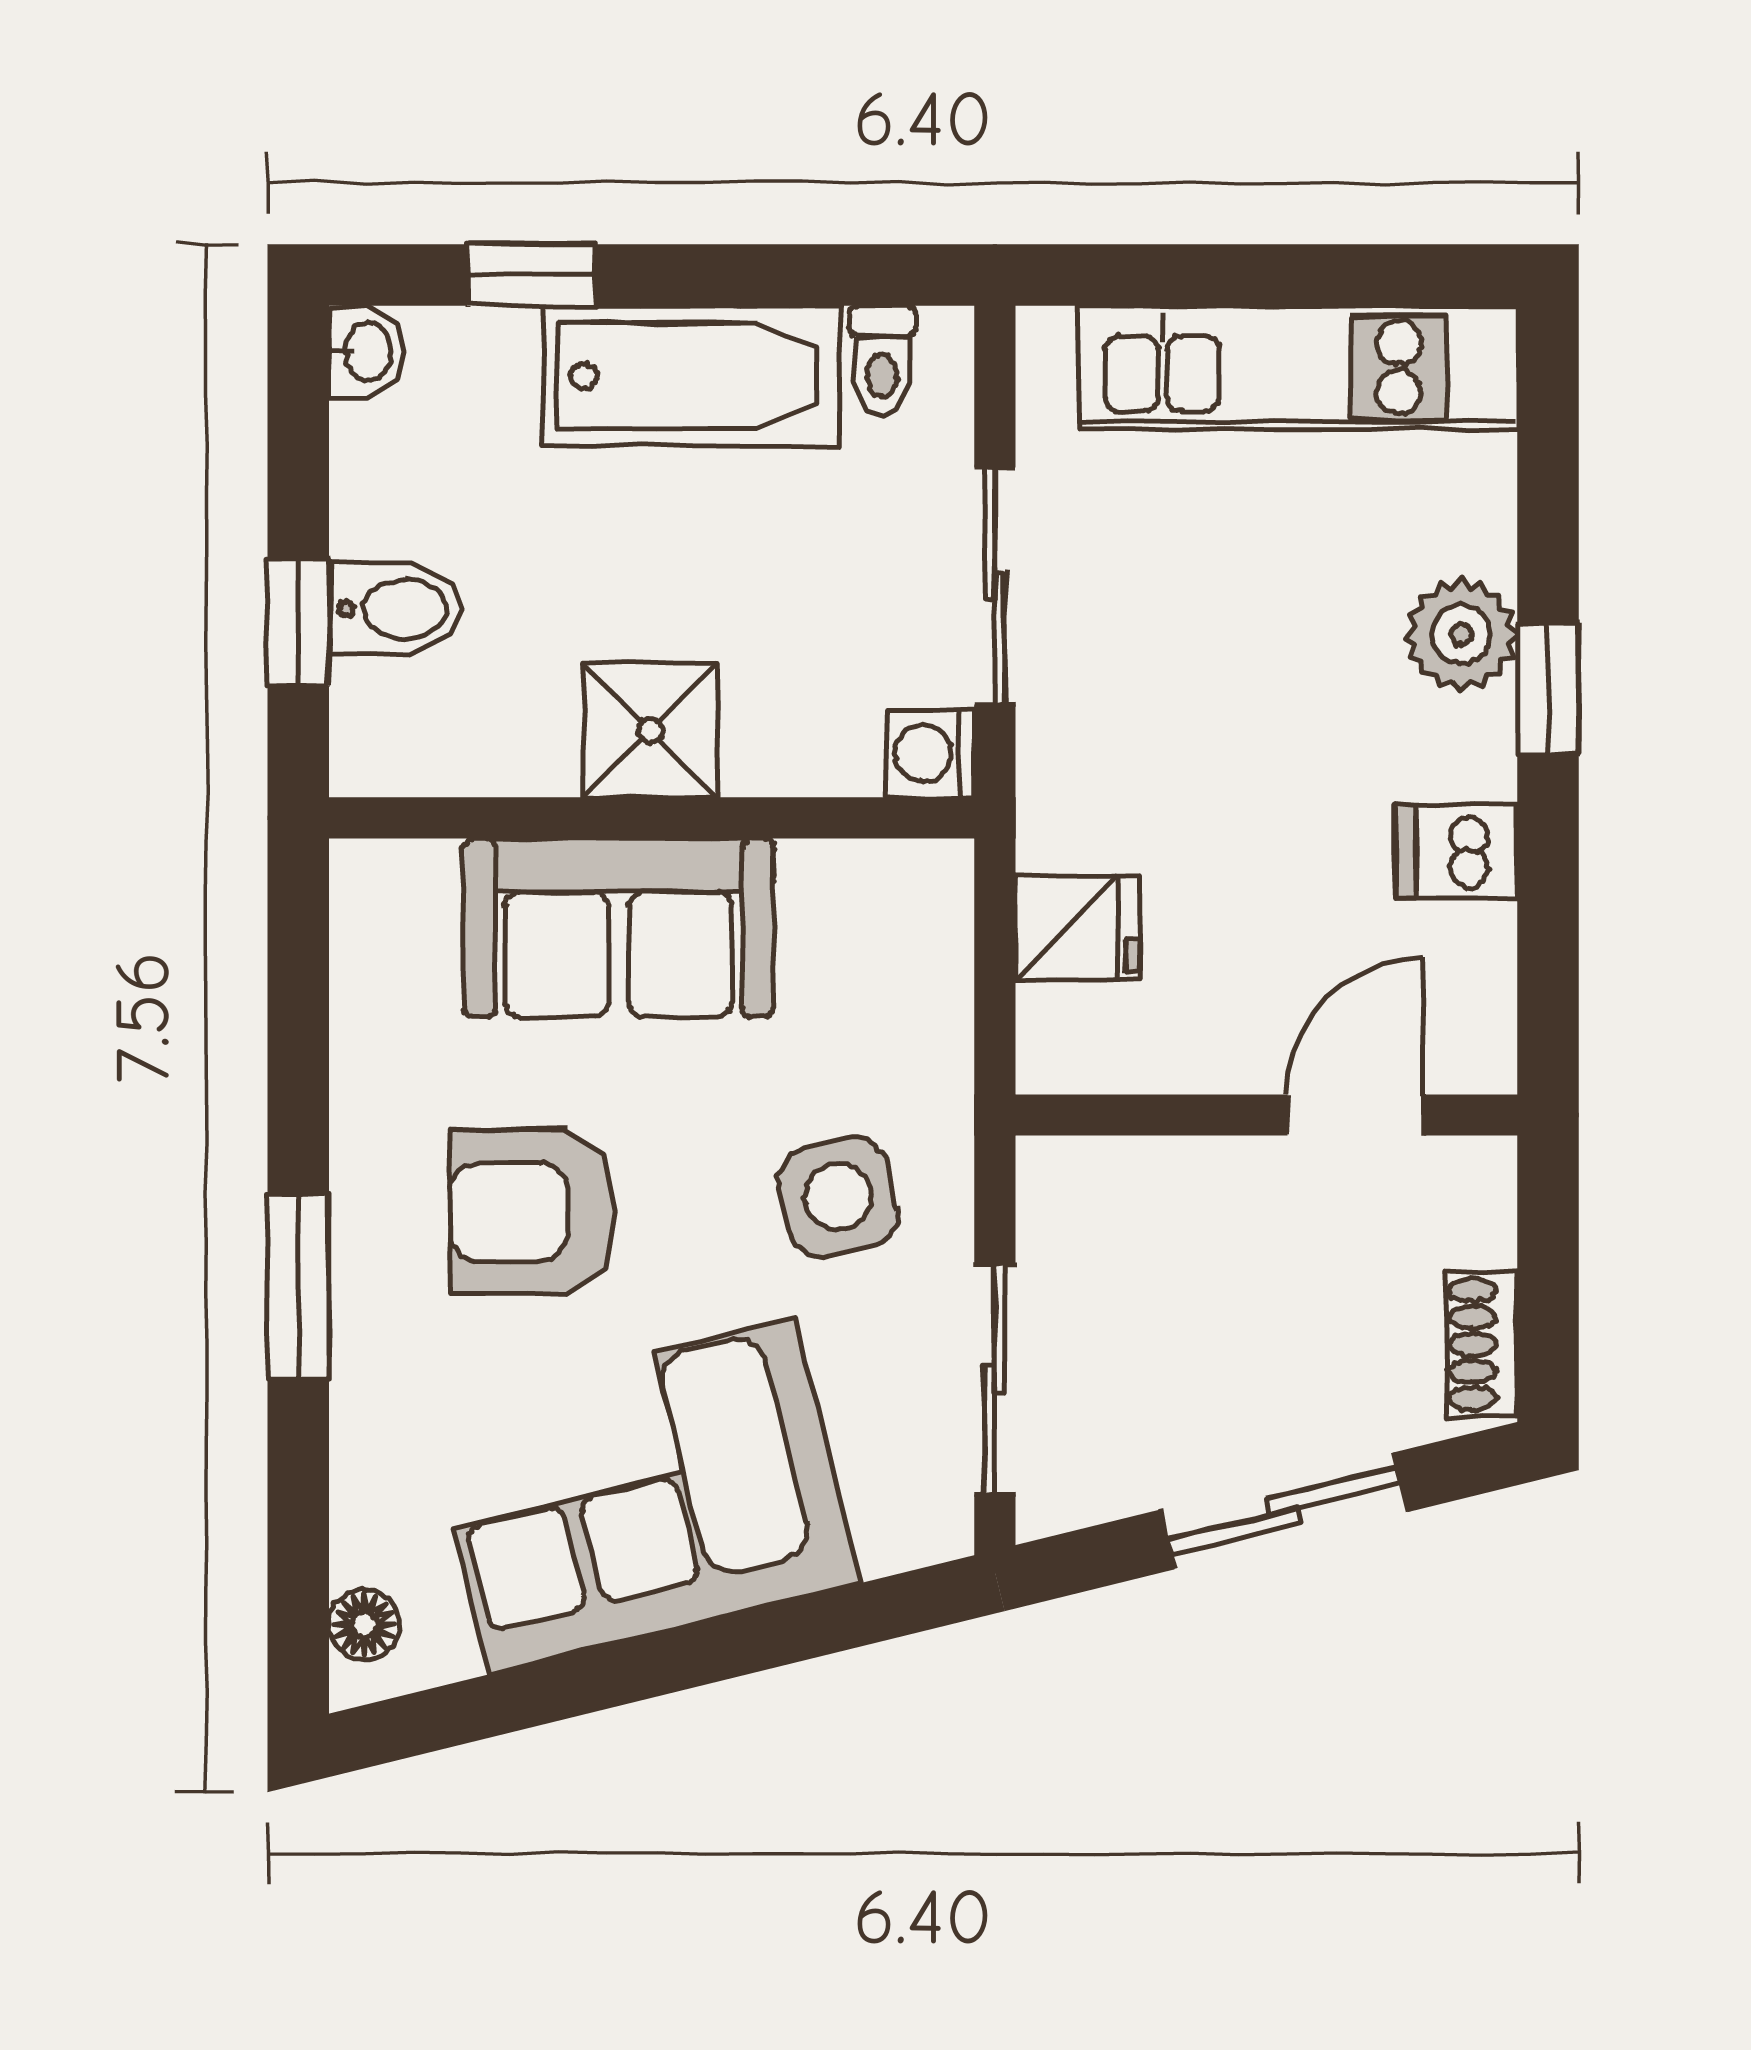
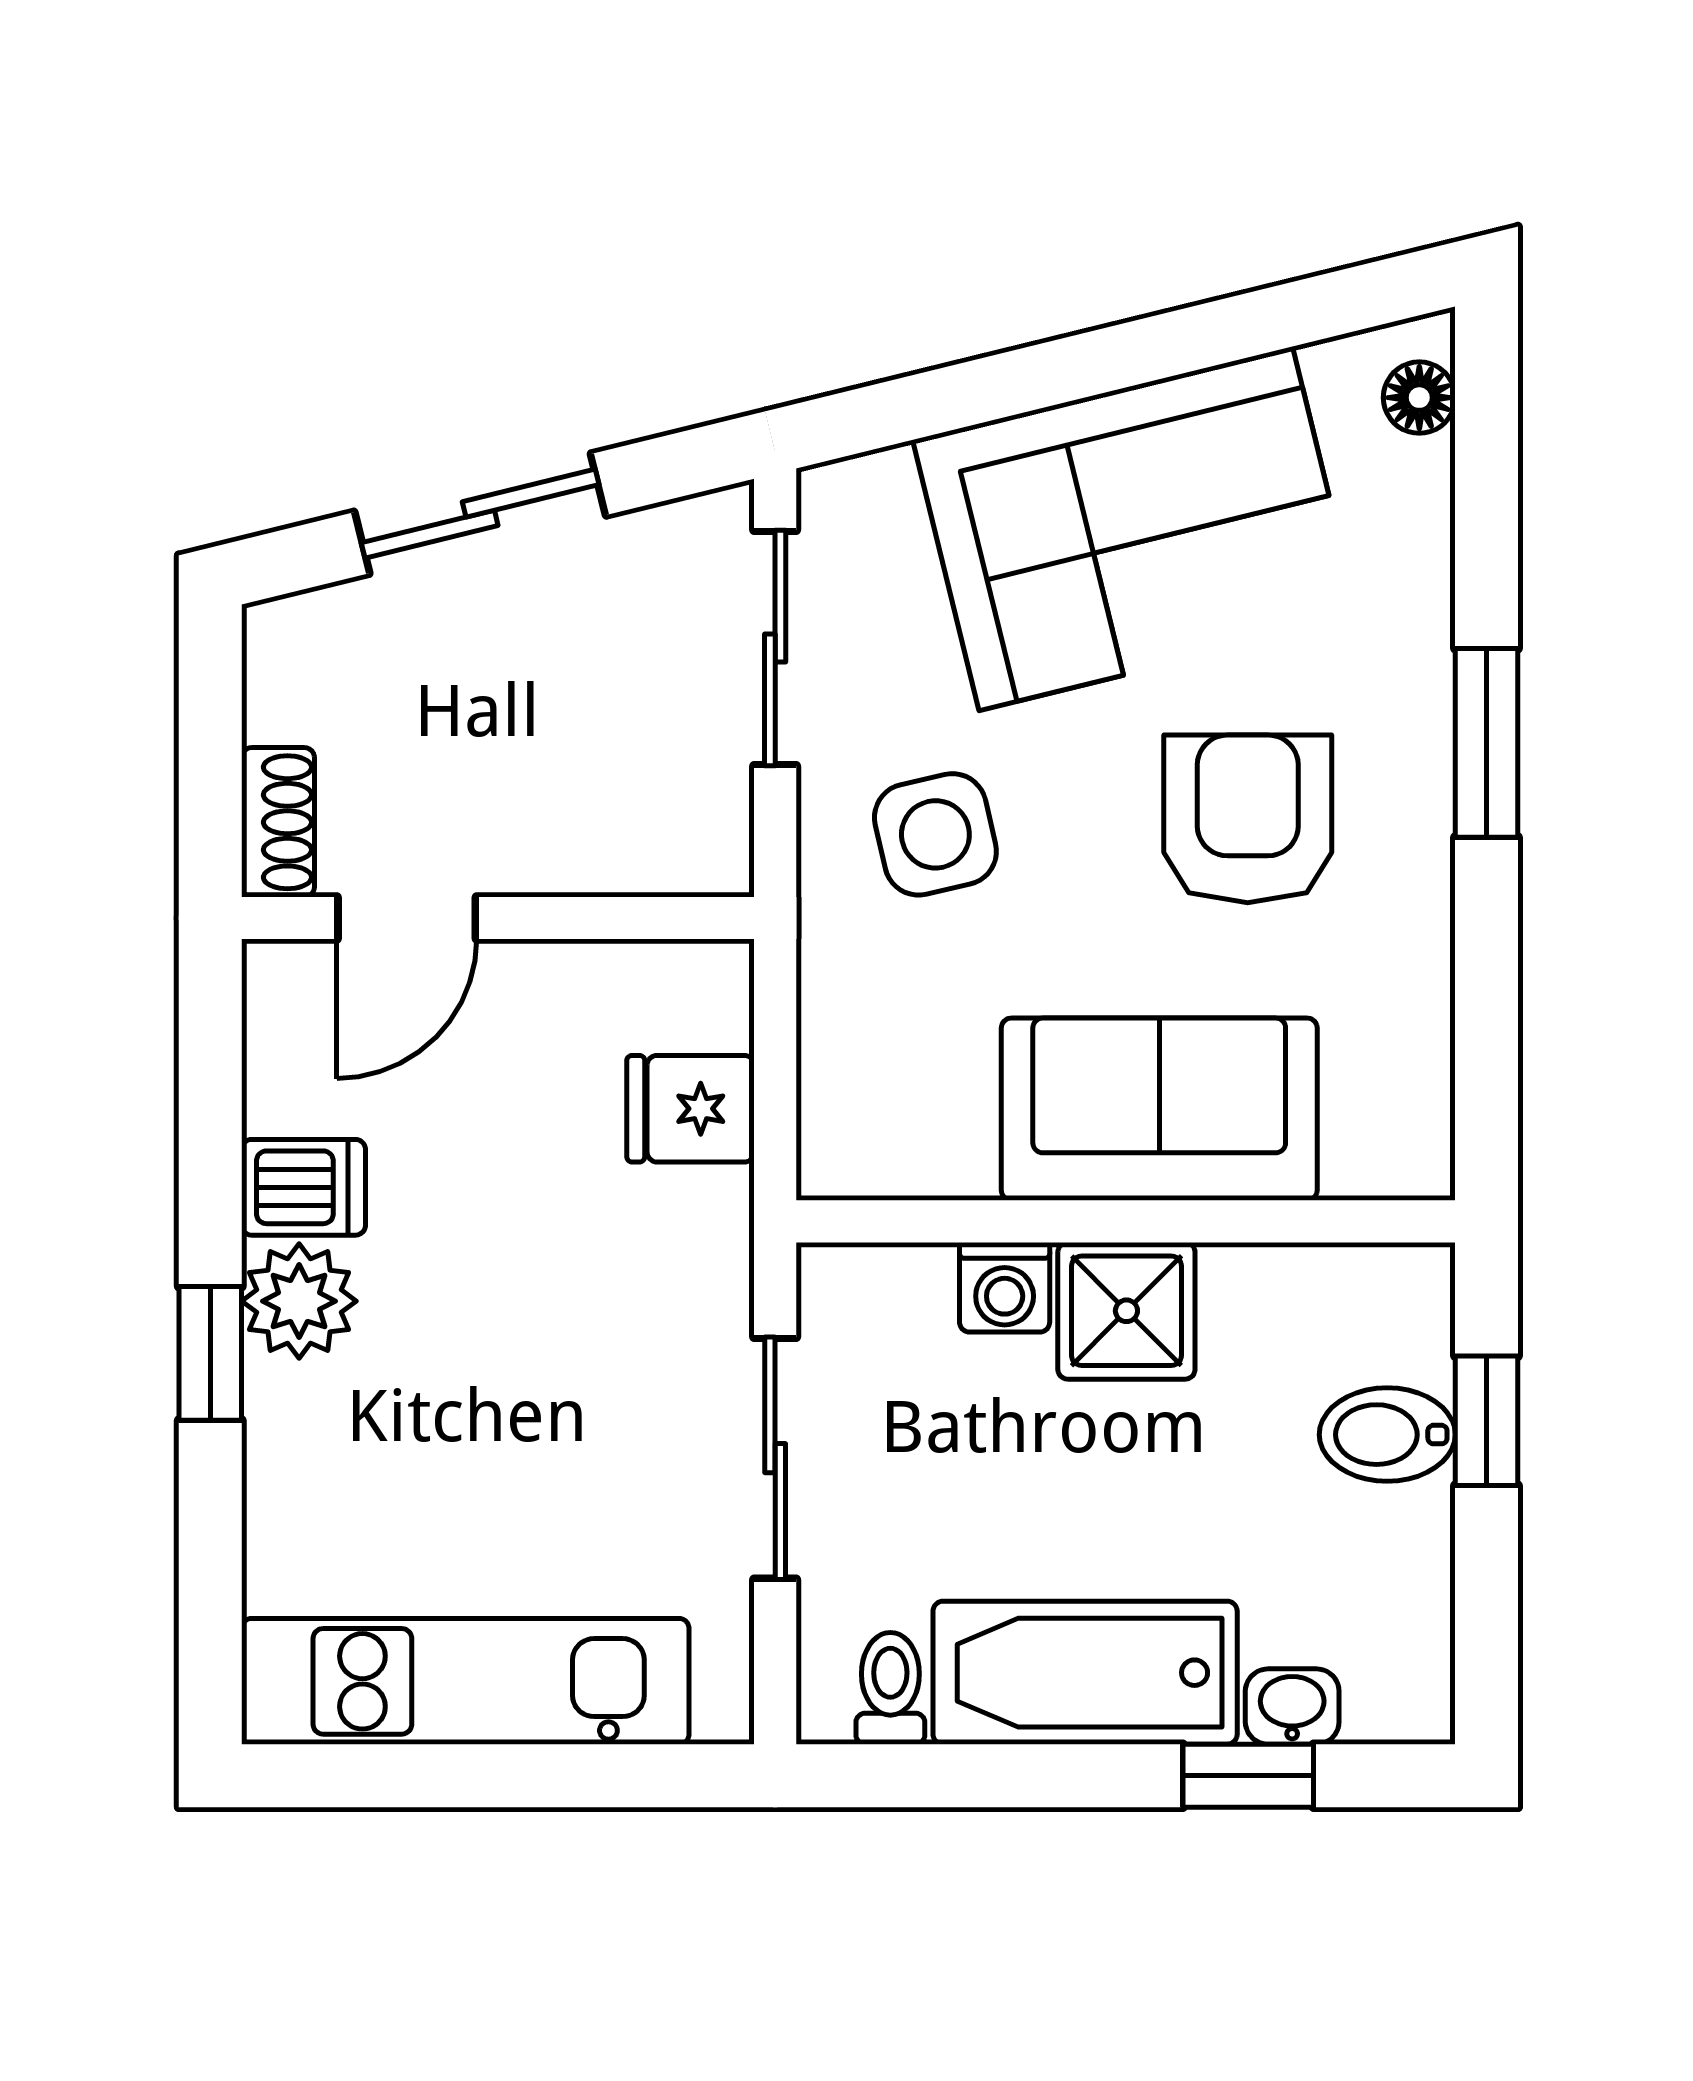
washbasin: (366, 352) -> (1292, 1707), moved, turned 90
plant: (1461, 635) -> (299, 1301), moved
washing machine: (930, 753) -> (1005, 1287), moved, turned 90
armchair: (532, 1212) -> (1248, 819), turned -90
shoe rack: (1482, 1344) -> (278, 822), moved

